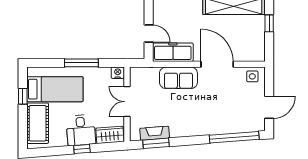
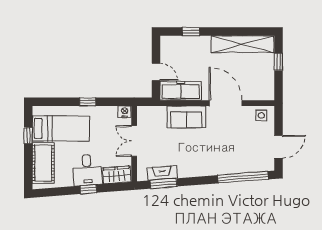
window: (81, 63) -> (88, 102), width x0.46

